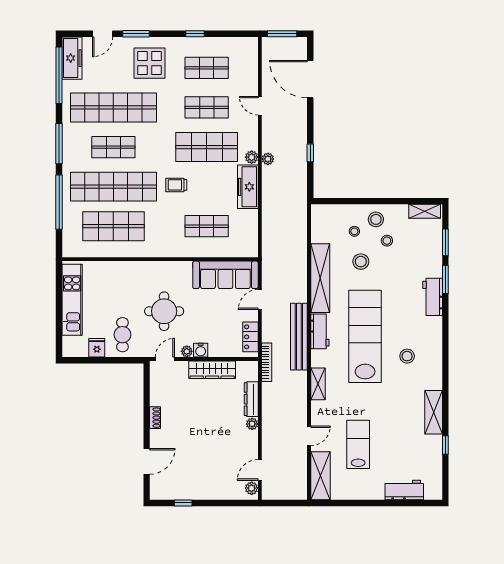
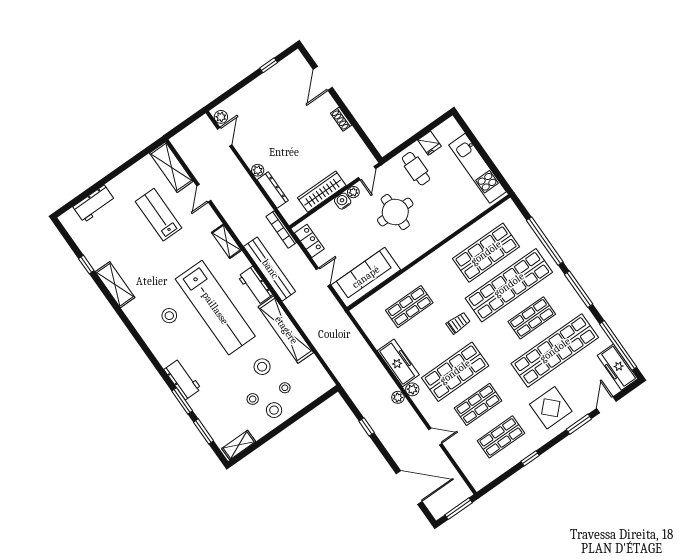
lab bench: (358, 444) -> (159, 215), turned 180

